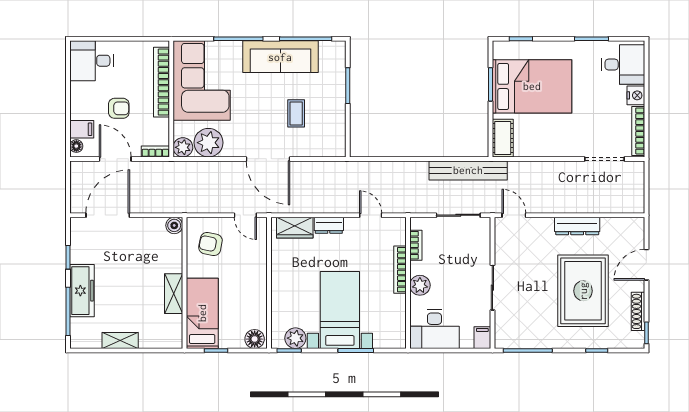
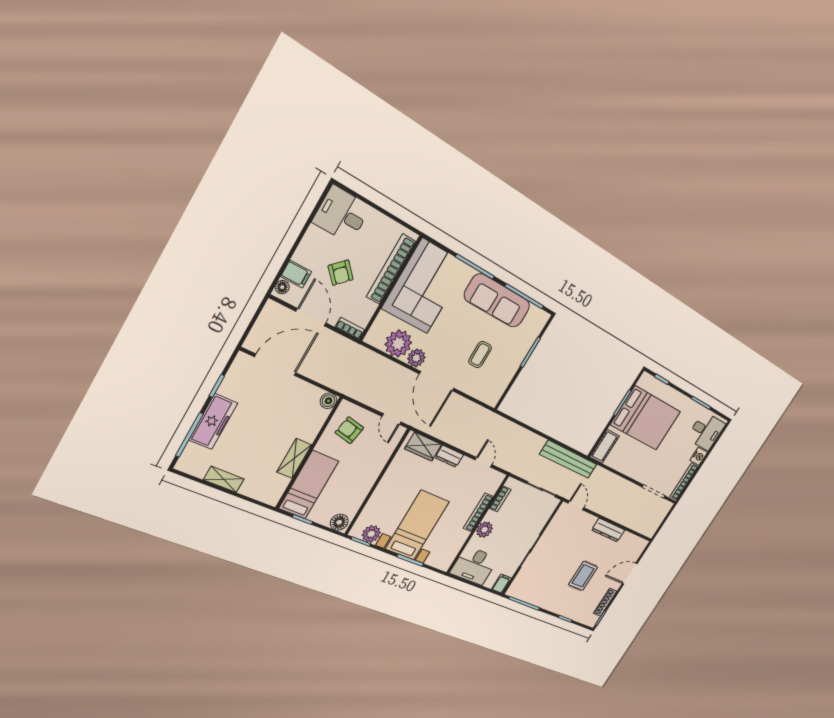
armchair: (119, 108) -> (341, 273), turned 46
plant: (183, 147) -> (416, 358), moved
rug: (583, 291) -> (583, 576), width x0.54, depth x0.49

